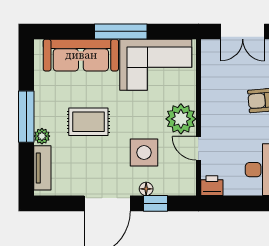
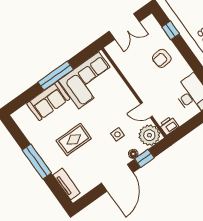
sofa: (81, 55) -> (48, 101), width x0.73
plant: (181, 119) -> (149, 135), moved
plant: (42, 136) -> (53, 166), removed
side table: (144, 153) -> (117, 134), width x0.54, depth x0.54

